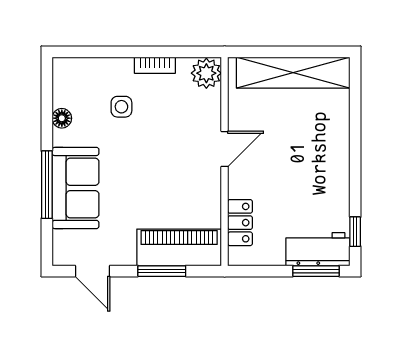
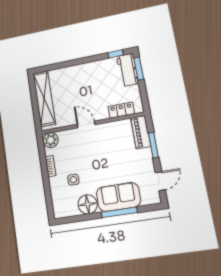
floor lamp: (62, 118) -> (88, 204), width x1.89, depth x1.89
piano: (179, 247) -> (141, 132), width x0.73, depth x0.75

